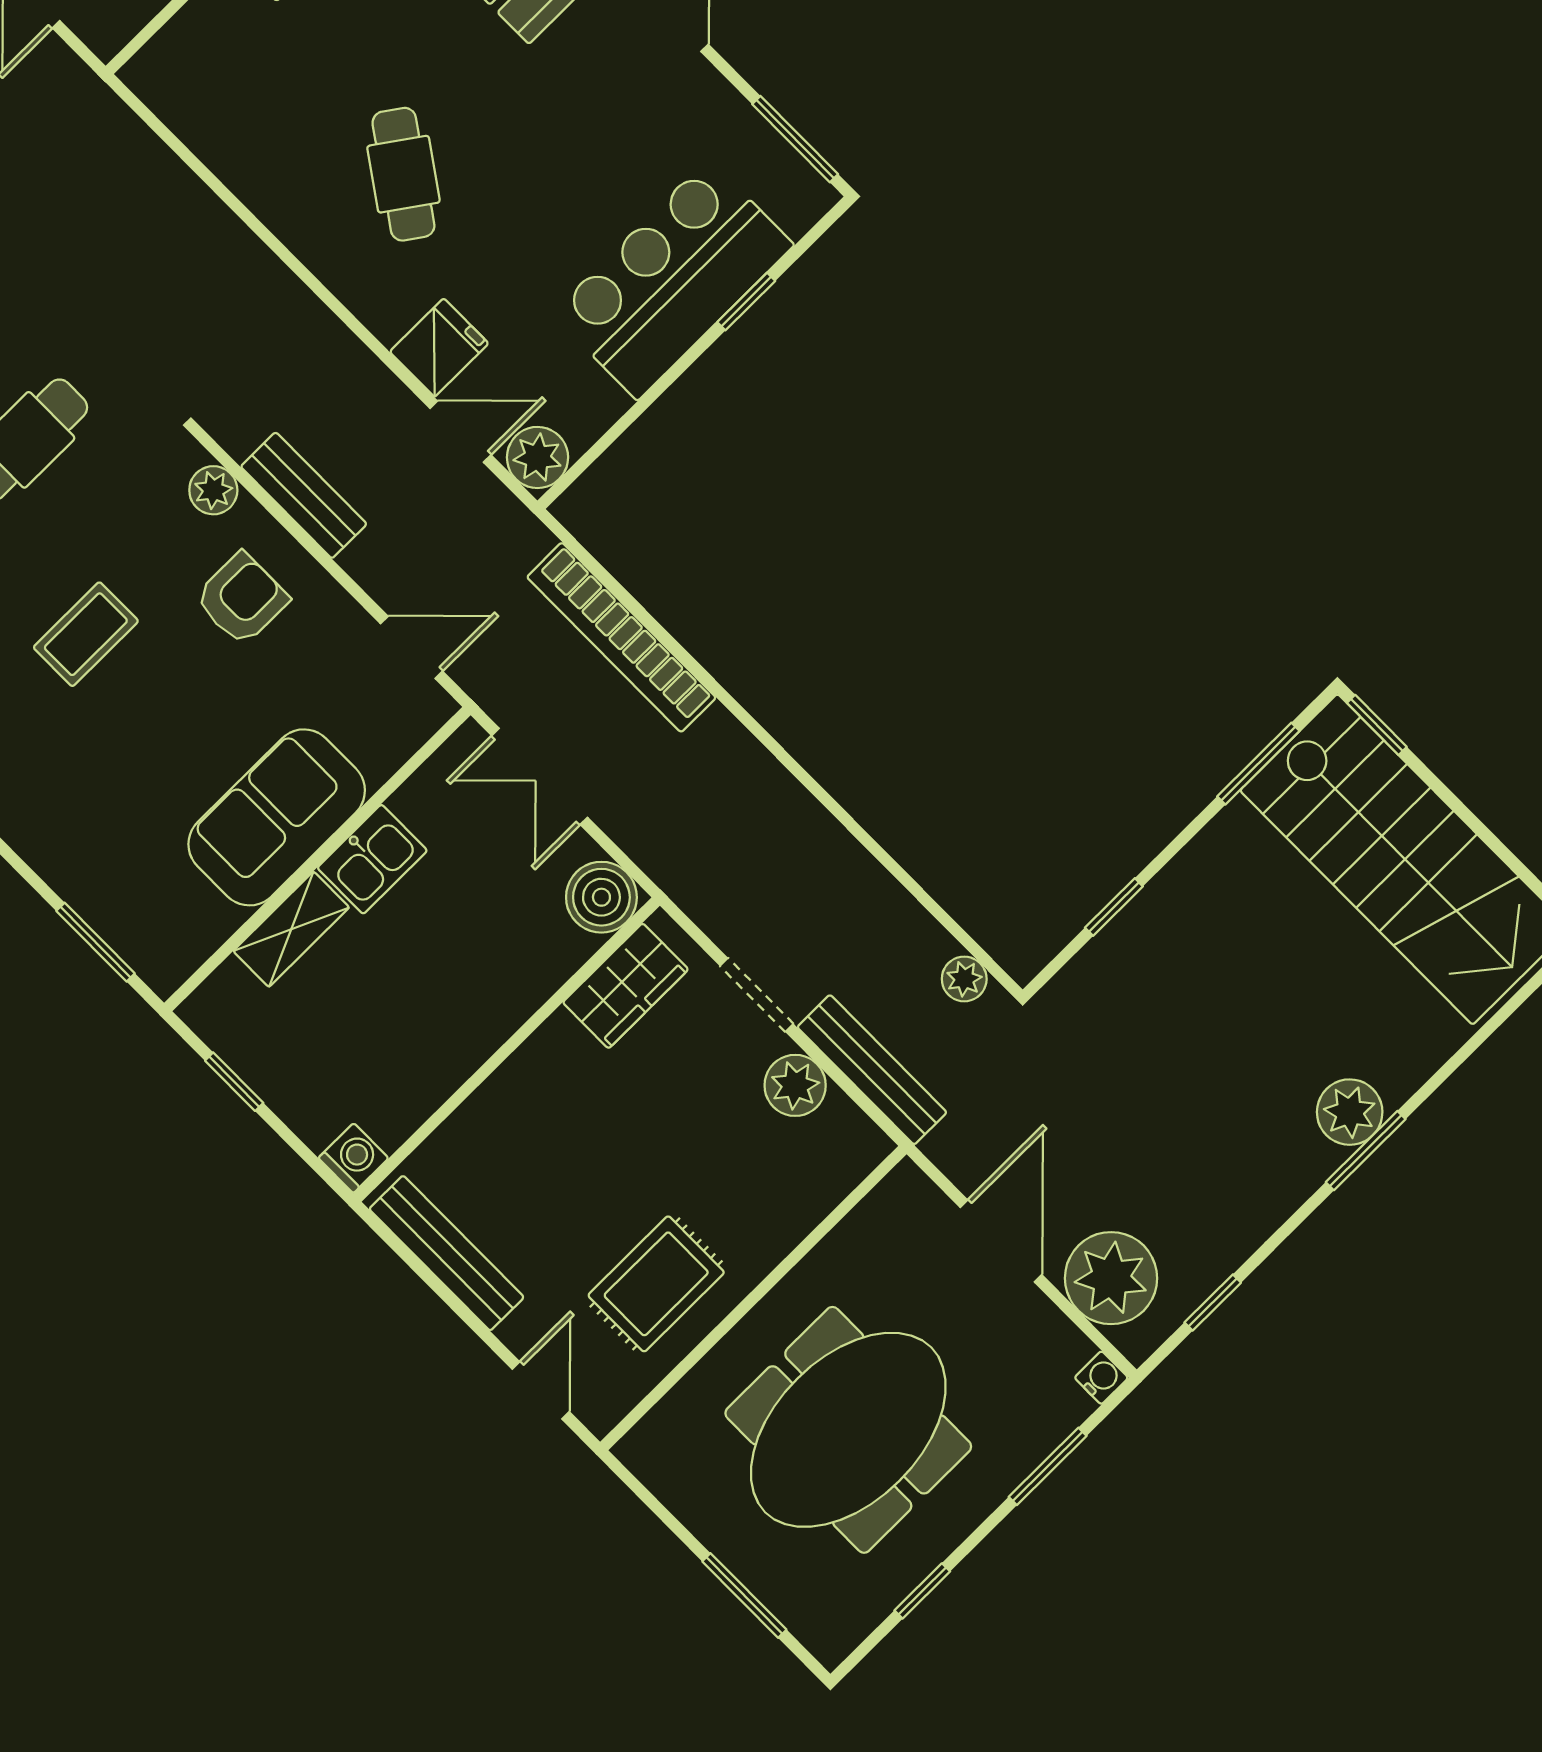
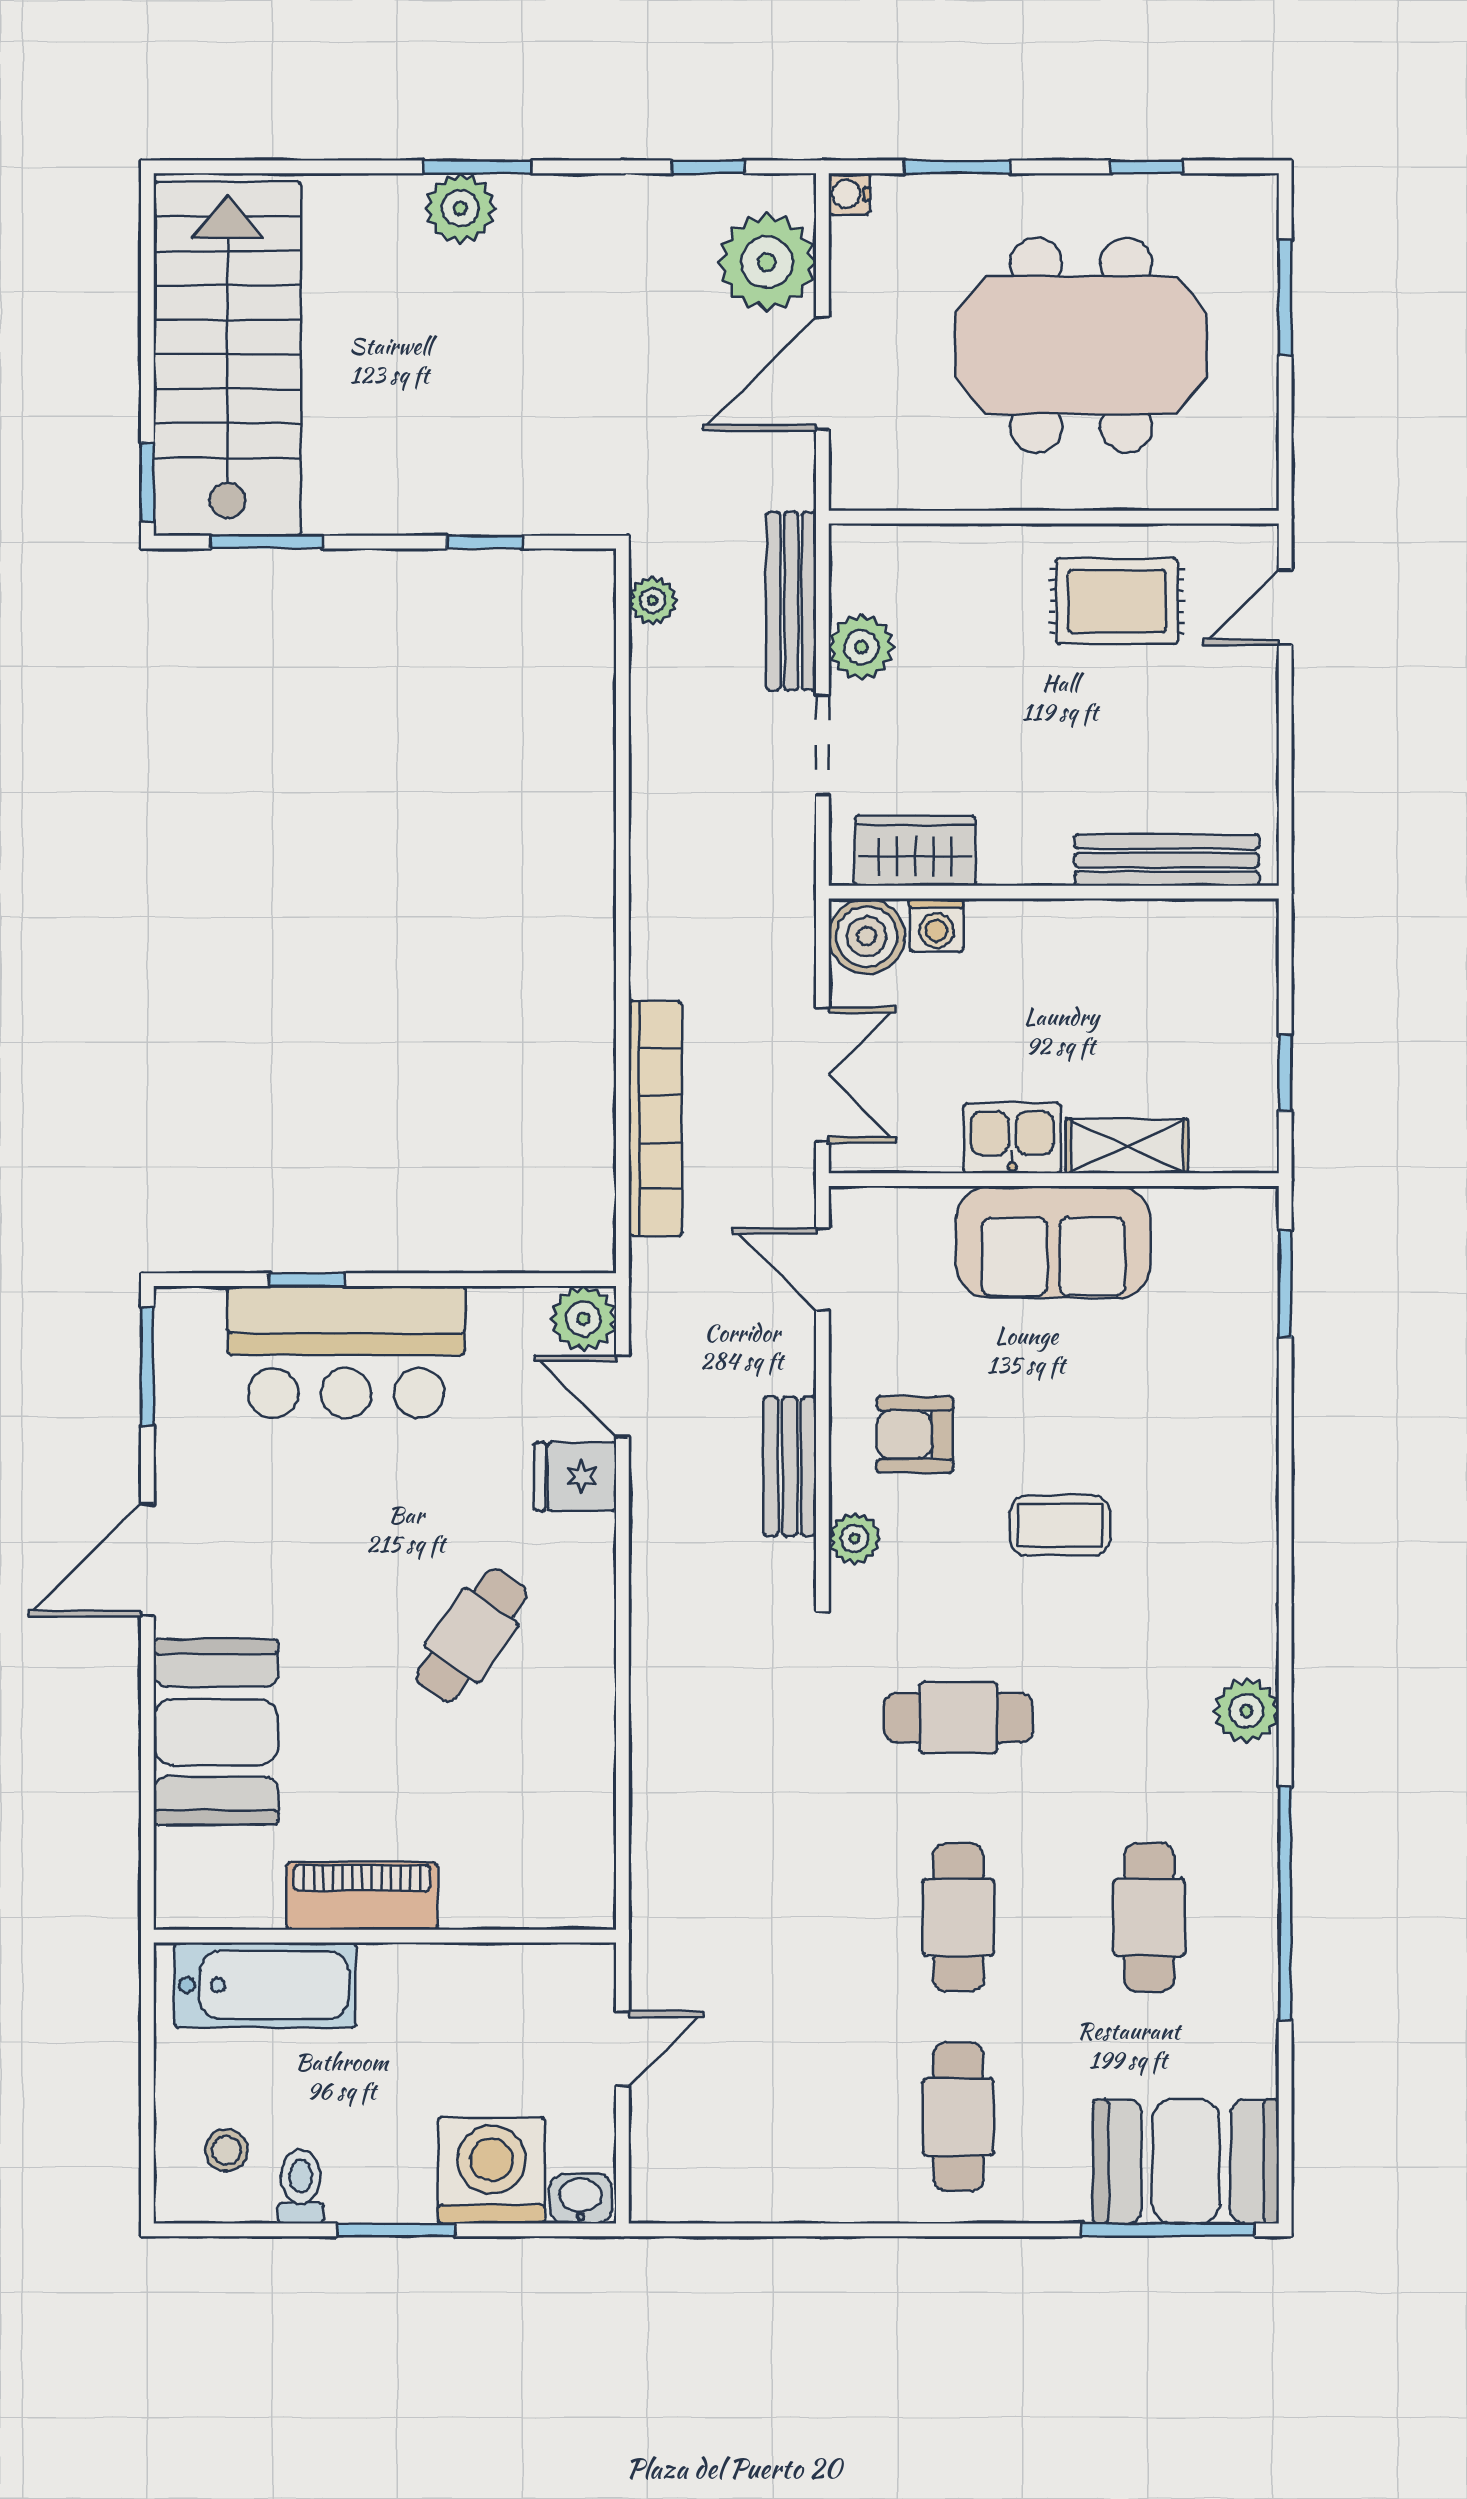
washing machine: (353, 1158) -> (936, 925), moved, turned -90
bench: (447, 1253) -> (1167, 860), moved, turned 90

